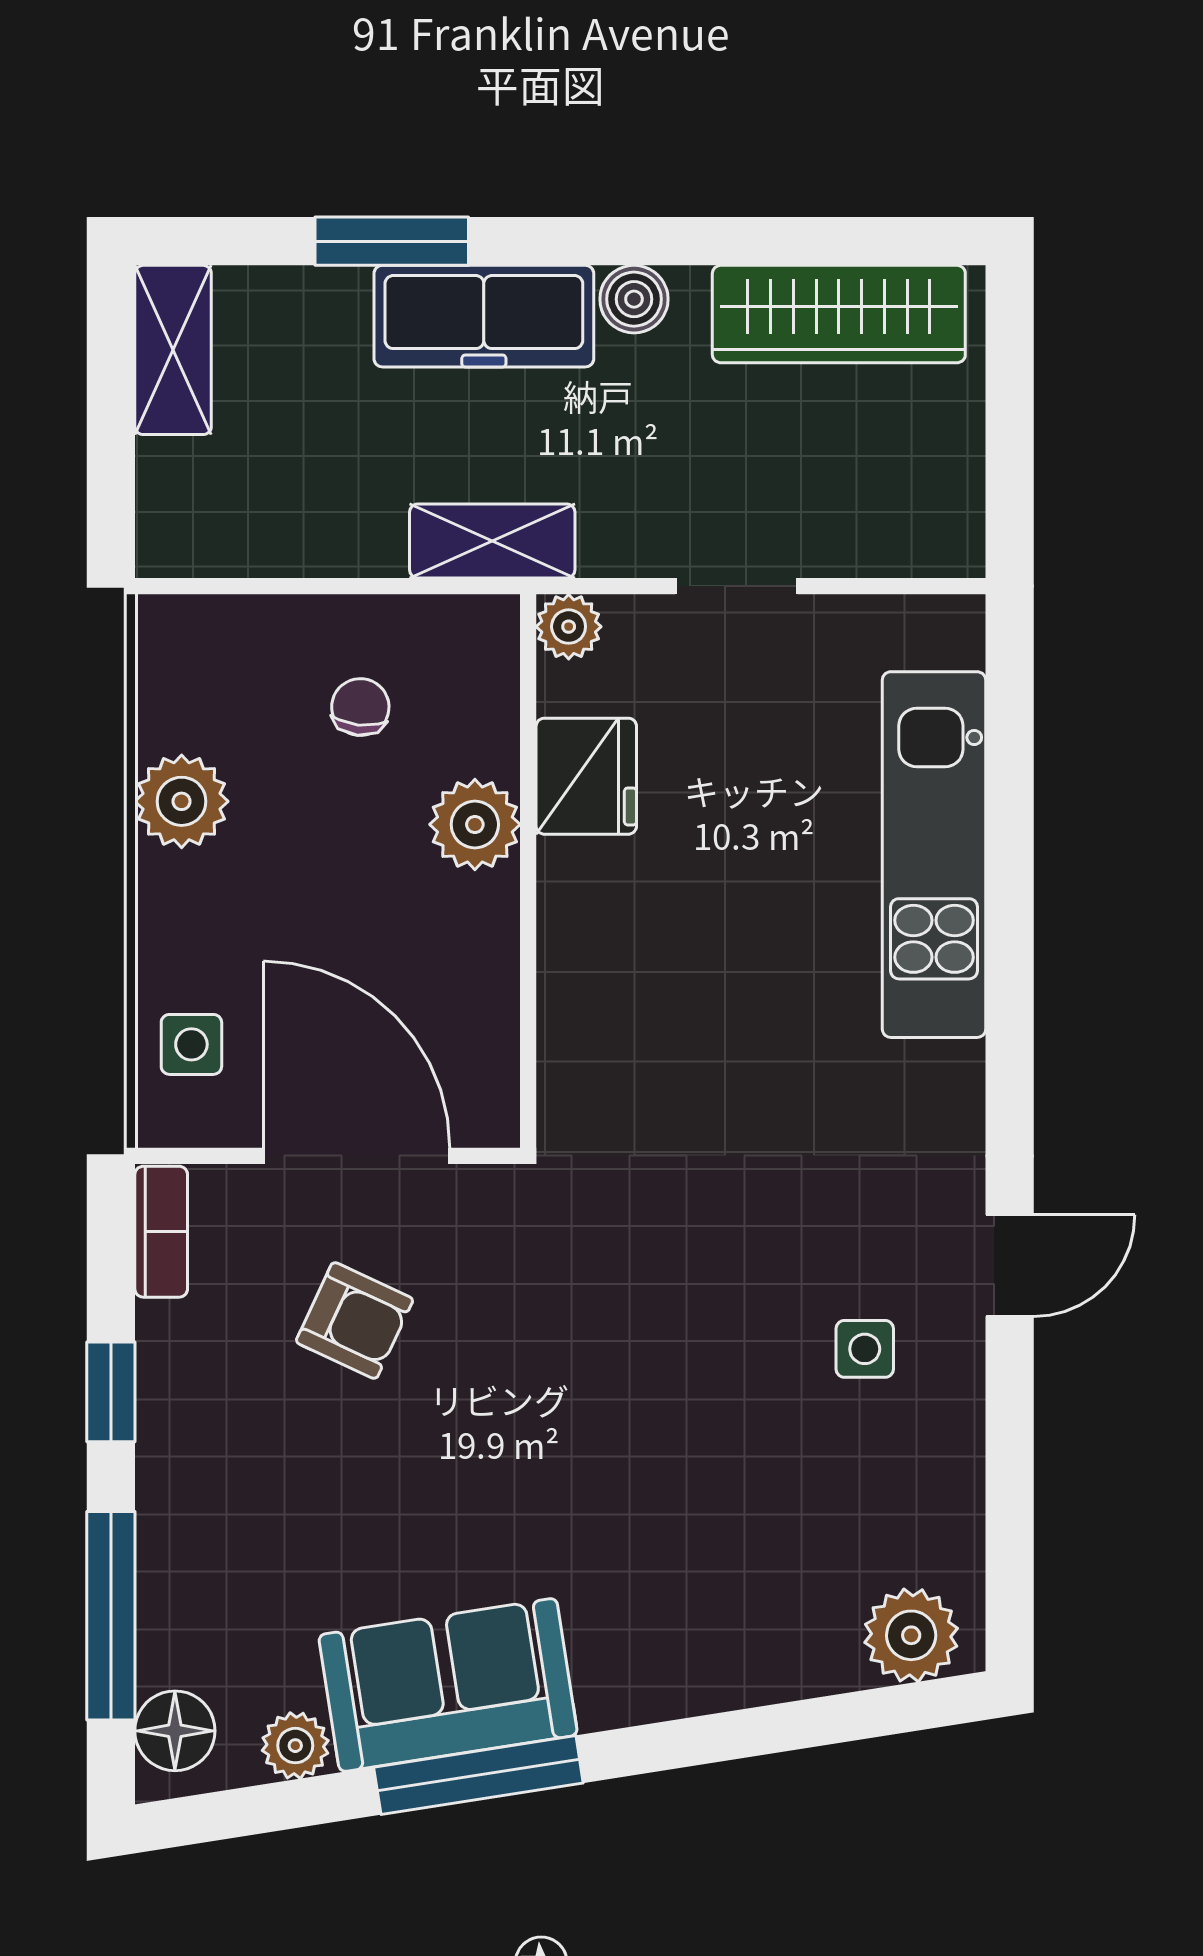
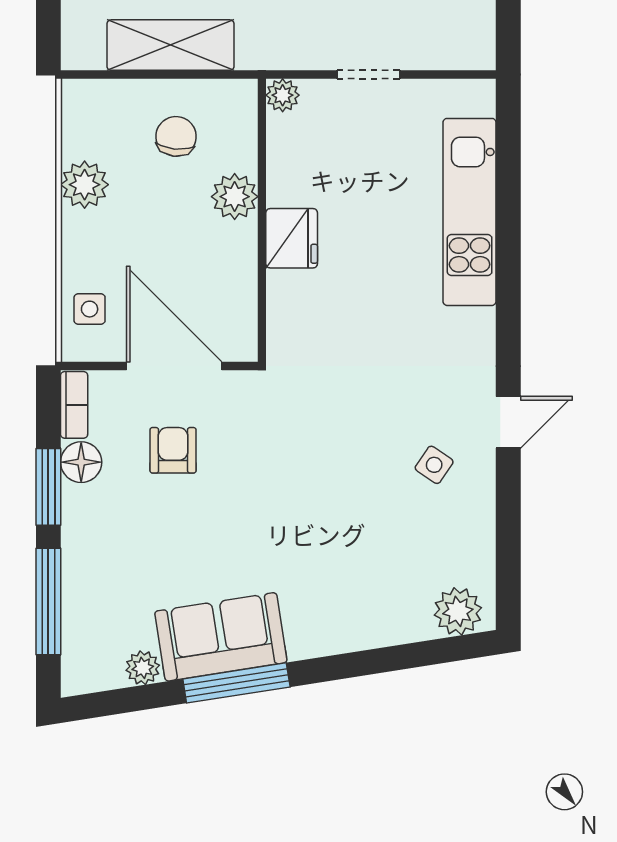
shelving: (492, 541) -> (171, 45), moved, width x1.50, depth x1.33
chair: (360, 707) -> (176, 136), width x1.37, depth x1.37
fridge: (586, 776) -> (292, 238), moved
armchair: (354, 1321) -> (173, 450), turned -115
side table: (865, 1349) -> (434, 465), turned 34
window: (111, 1392) -> (48, 487), width x1.50
floor lamp: (175, 1731) -> (81, 462), moved

